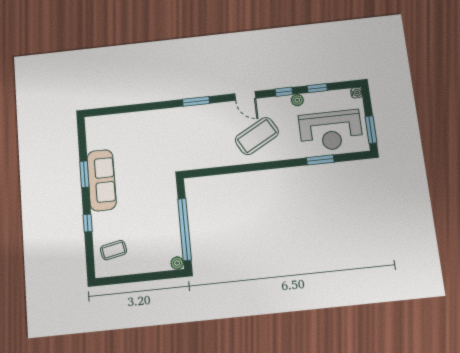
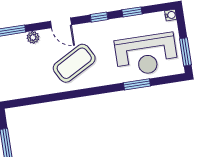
plant: (297, 100) -> (33, 37), moved

